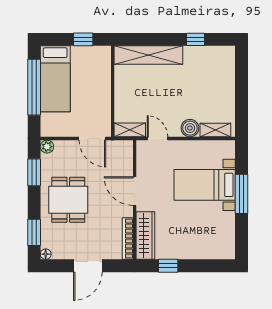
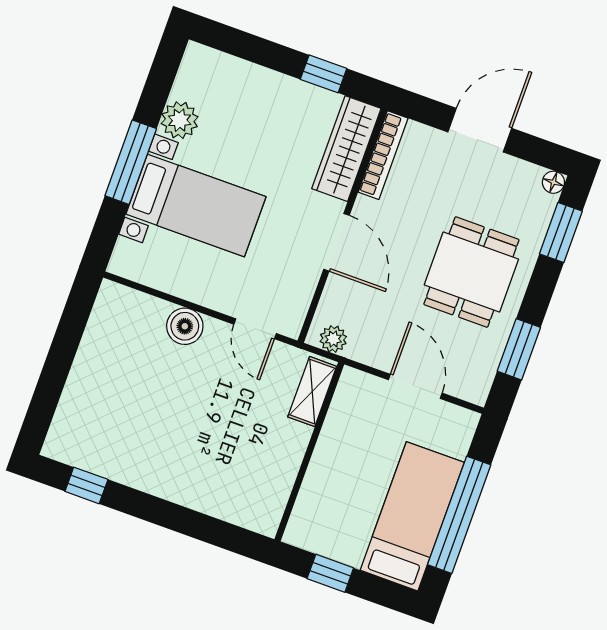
window: (195, 39) -> (86, 485), moved
shelving: (148, 55) -> (215, 497), removed
shelving: (130, 130) -> (312, 392), moved, turned 90
shelving: (215, 130) -> (137, 305), removed
door: (92, 138) -> (415, 386), moved
plant: (47, 147) -> (333, 339), moved
plant: (226, 221) -> (180, 120), added

